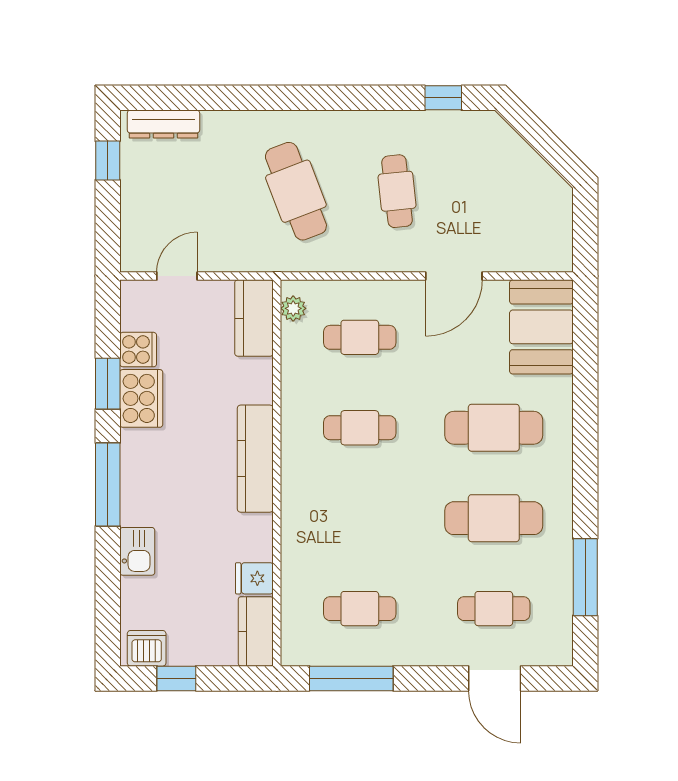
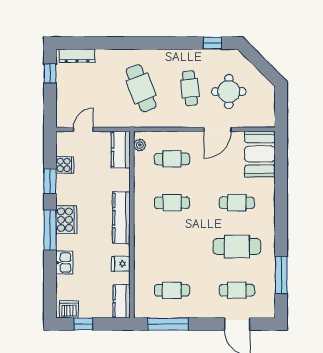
round table: (477, 198) -> (229, 92), added
cooker: (141, 398) -> (66, 220), moved
cafe table: (494, 428) -> (237, 203), width x0.73, depth x0.74
fridge: (254, 578) -> (121, 264), moved

